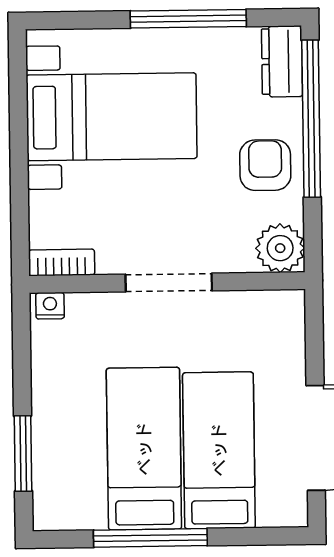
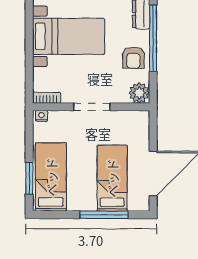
armchair: (265, 165) -> (133, 58), turned 180
bed: (144, 449) -> (51, 177), moved
window: (150, 538) -> (104, 215), moved

